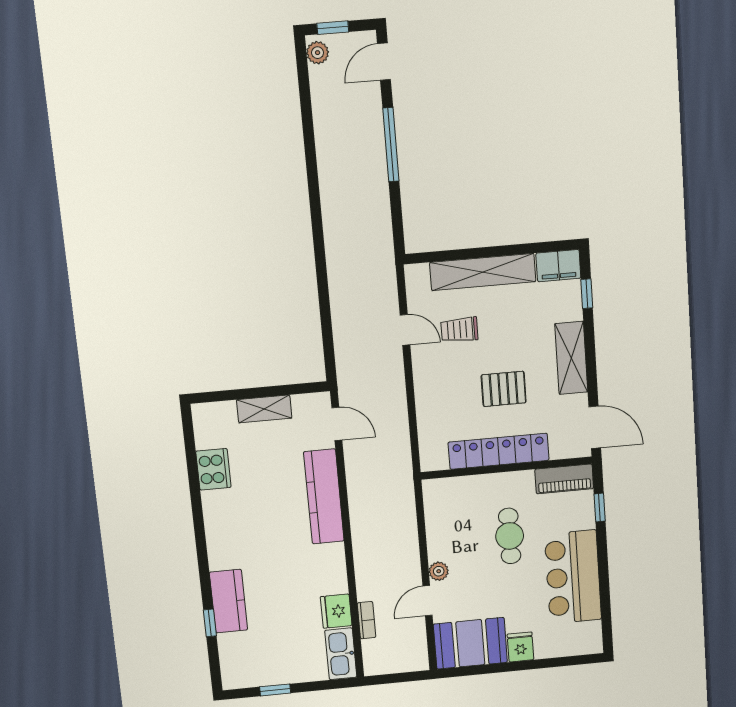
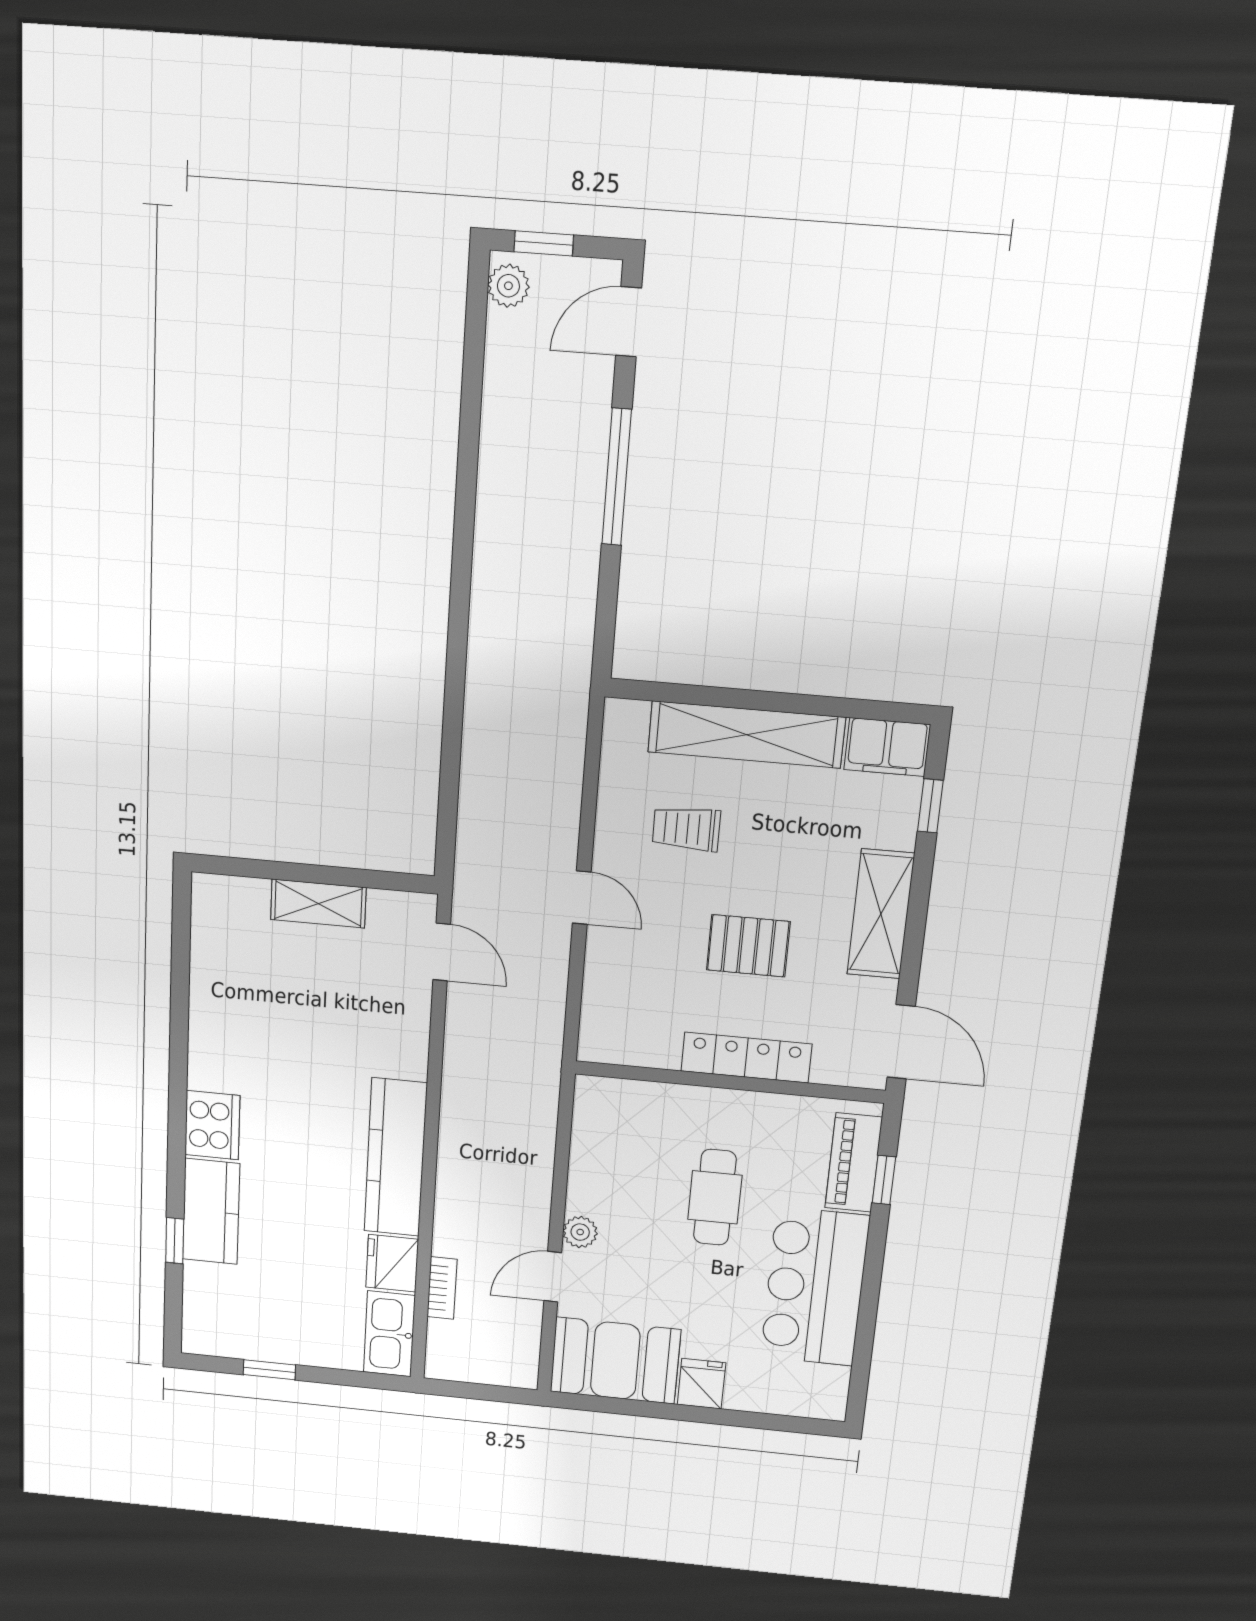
door: (405, 330) -> (582, 898), moved
locker: (499, 451) -> (746, 1058), width x0.71, depth x0.83
cooker: (213, 469) -> (212, 1125), moved
piano: (564, 479) -> (854, 1163), moved, turned 90
kitchen counter: (324, 497) -> (396, 1157), moved

